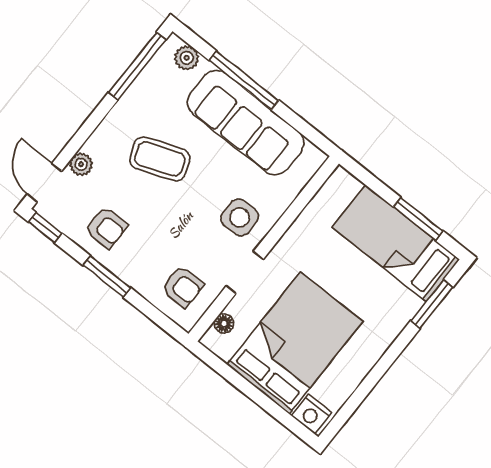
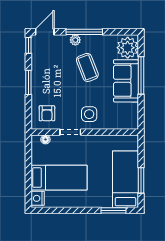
plant: (187, 58) -> (128, 48), width x1.88, depth x1.88
window: (137, 66) -> (84, 32), moved
sofa: (246, 123) -> (126, 81), width x0.73
plant: (81, 164) -> (75, 40), moved
armchair: (106, 228) -> (46, 68), removed
bed: (295, 343) -> (59, 178), width x0.67

